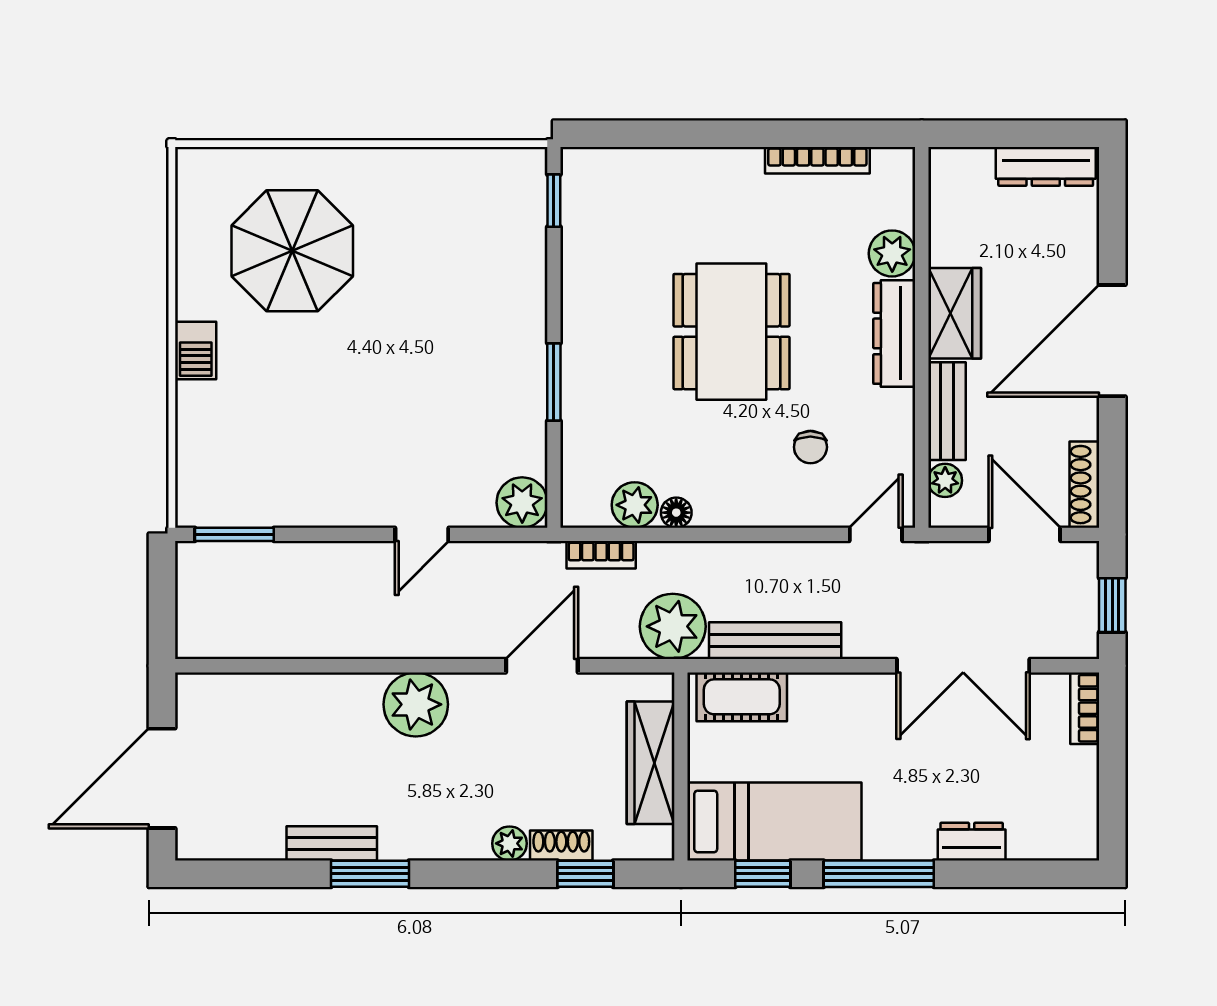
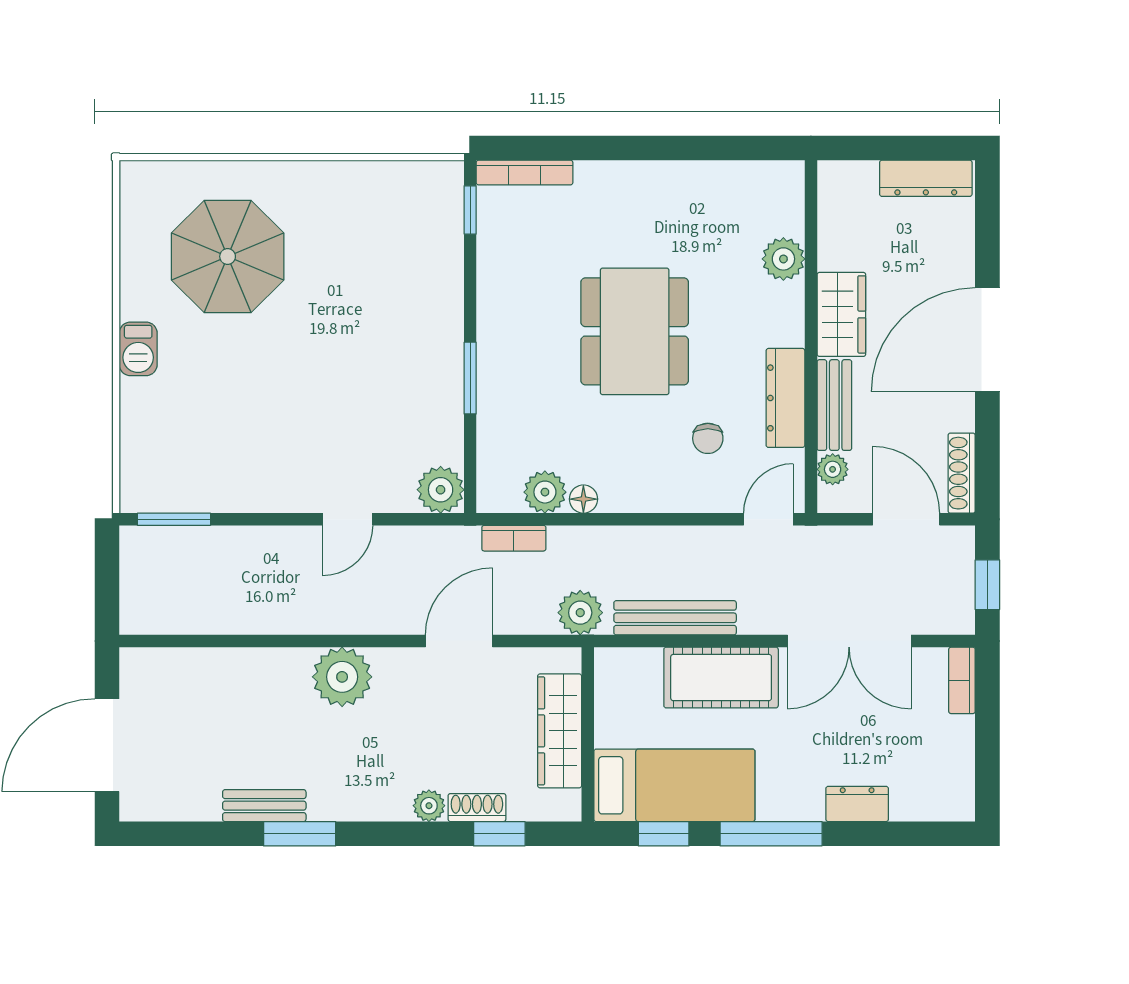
bookcase: (817, 160) -> (524, 173), moved
dresser: (894, 333) -> (785, 398), moved
plant: (673, 626) -> (580, 613), width x0.73, depth x0.73
cot: (742, 697) -> (721, 678), moved, width x1.37, depth x1.34

